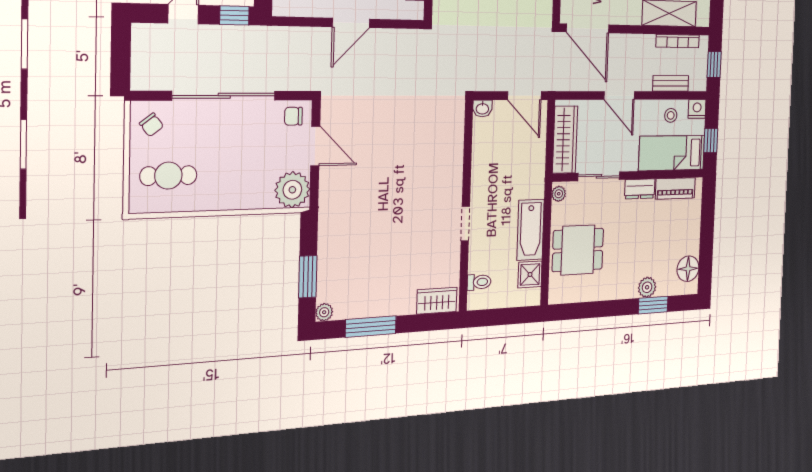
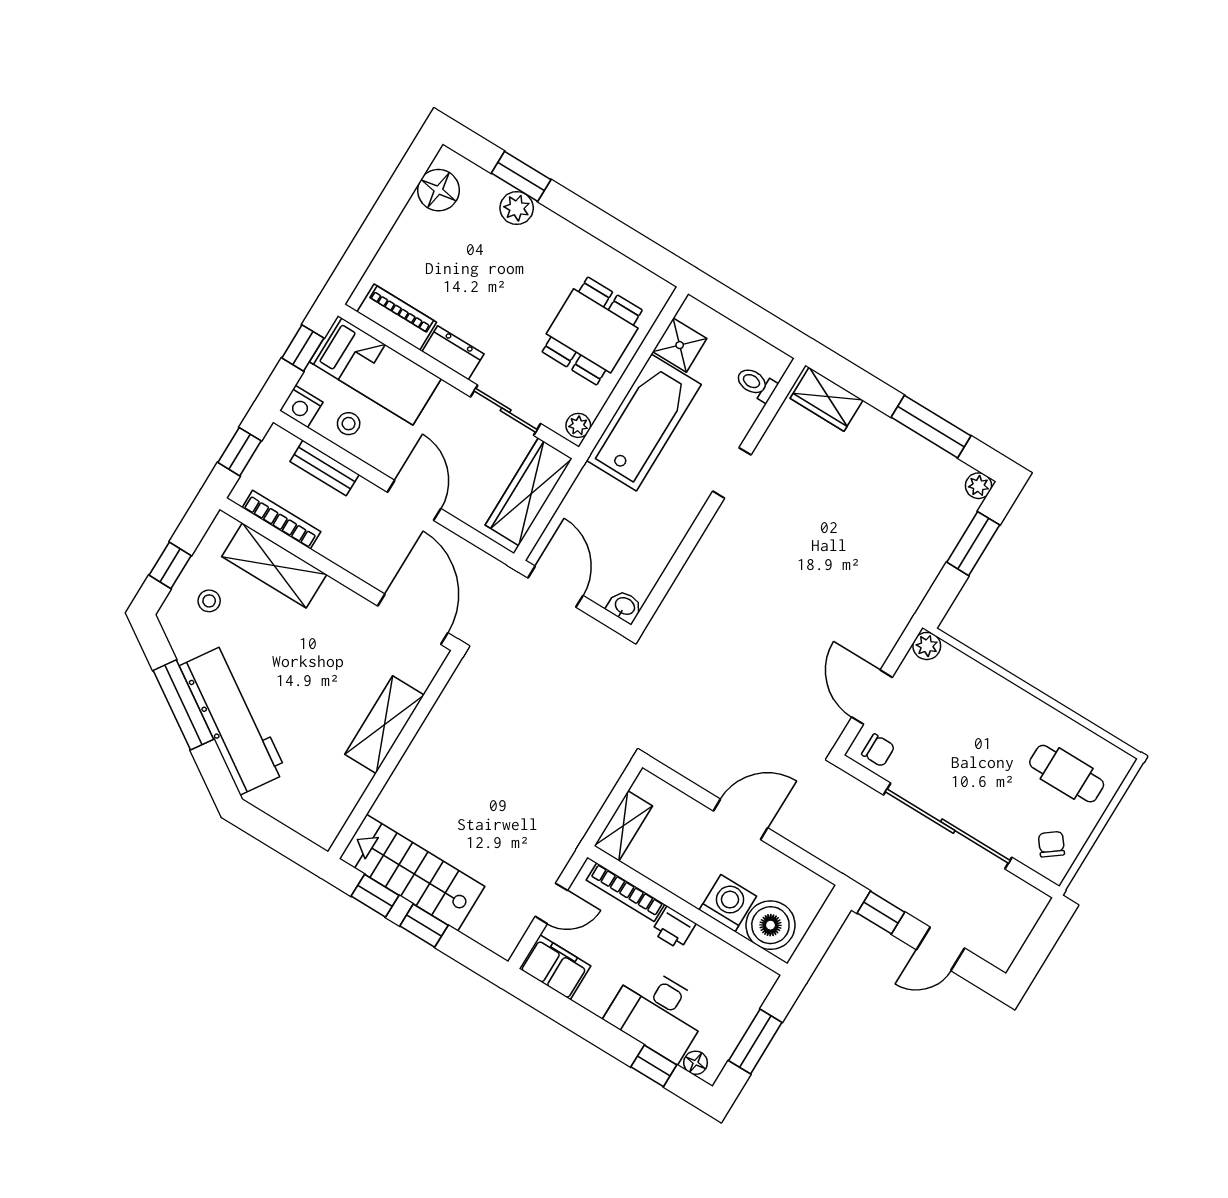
plant: (292, 190) -> (927, 646), width x0.53, depth x0.53
bathtub: (531, 230) -> (644, 422), width x1.36, depth x1.36
dining table: (578, 250) -> (592, 331), turned 90

